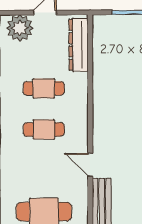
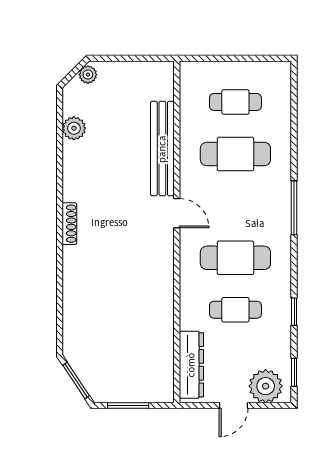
cafe table: (44, 129) -> (235, 258), width x1.37, depth x1.35

